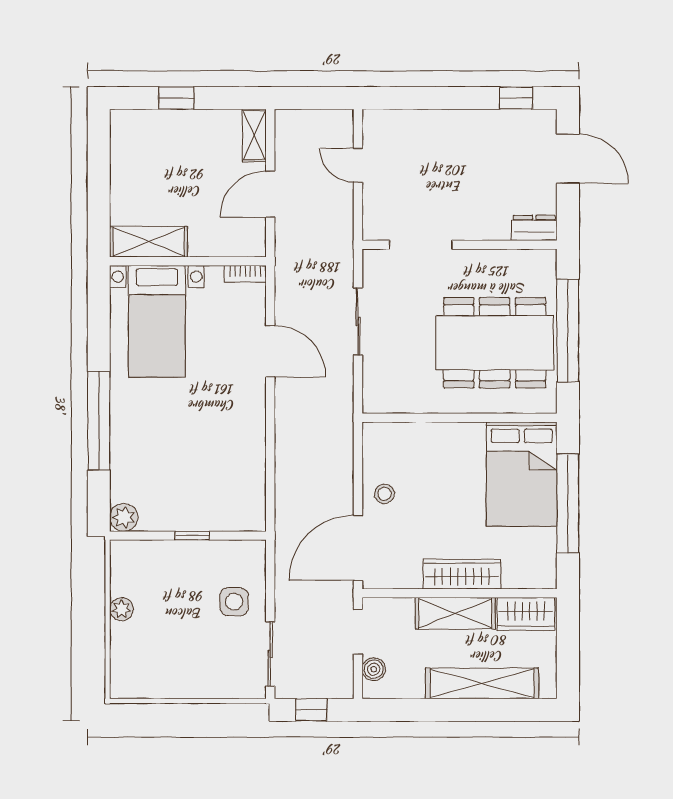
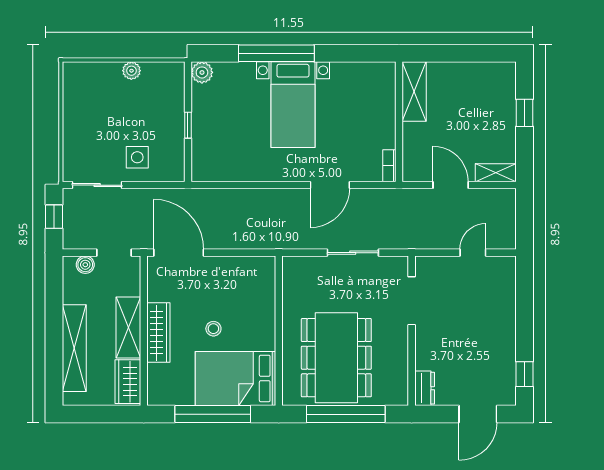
bed with nightstands: (157, 321) -> (293, 105), moved, turned -90
stool: (384, 494) -> (213, 329), moved

